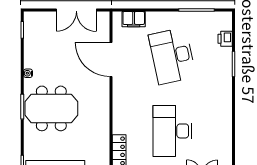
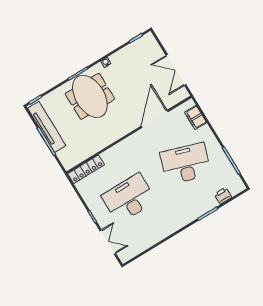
desk: (172, 56) -> (186, 164), turned 30

